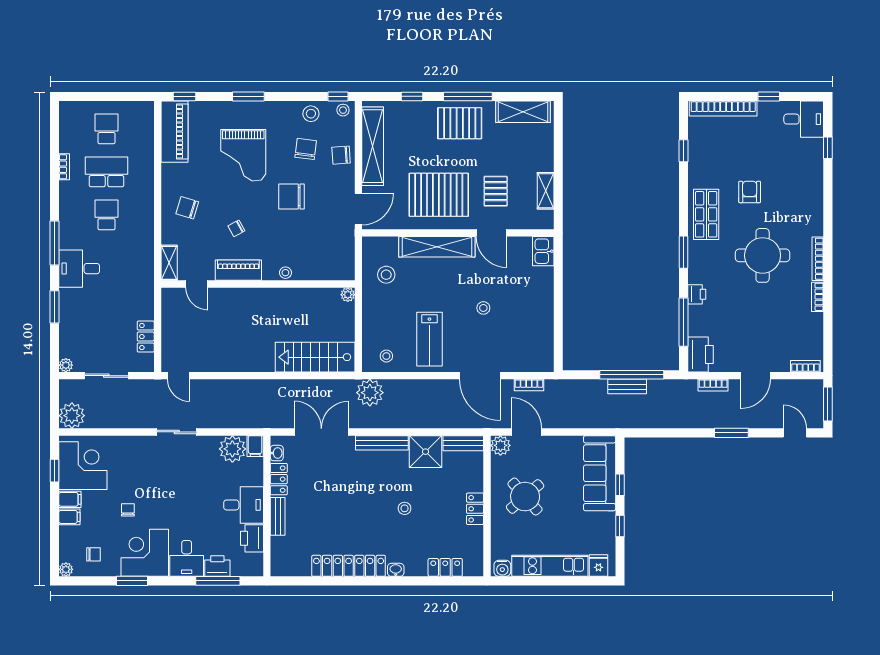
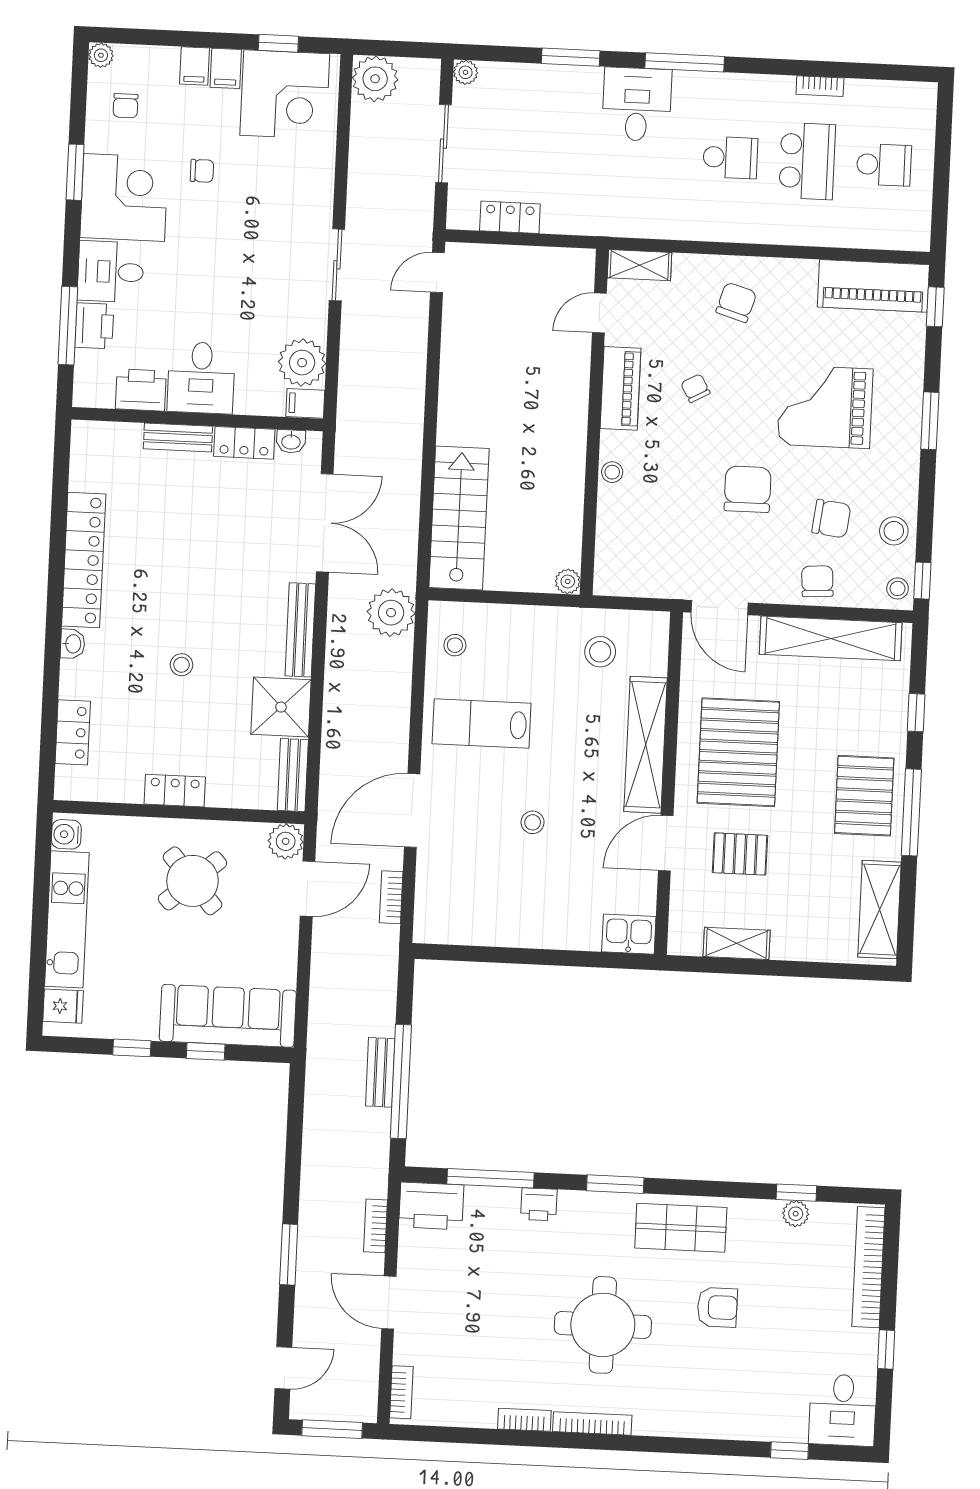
plant: (695, 151) -> (796, 1214), added

